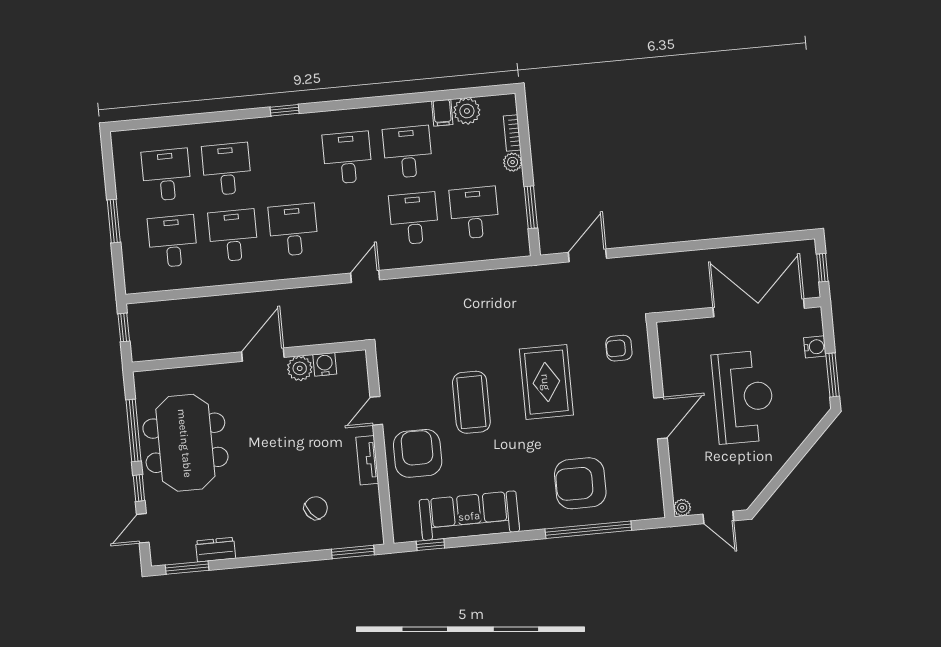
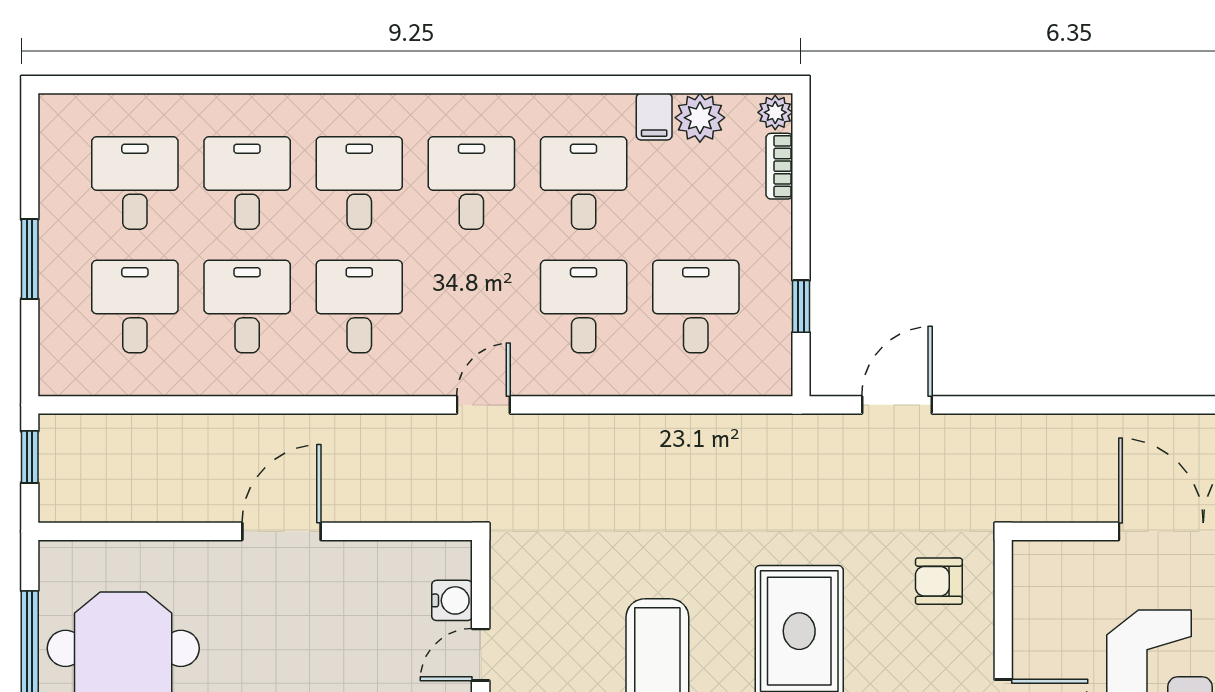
window: (285, 110) -> (364, 85), removed
plant: (513, 162) -> (775, 112), moved
desk: (287, 163) -> (359, 183), added
window: (531, 207) -> (801, 306), width x0.67
water cooler: (325, 364) -> (452, 600), moved, turned 90
plant: (300, 368) -> (347, 563), removed

